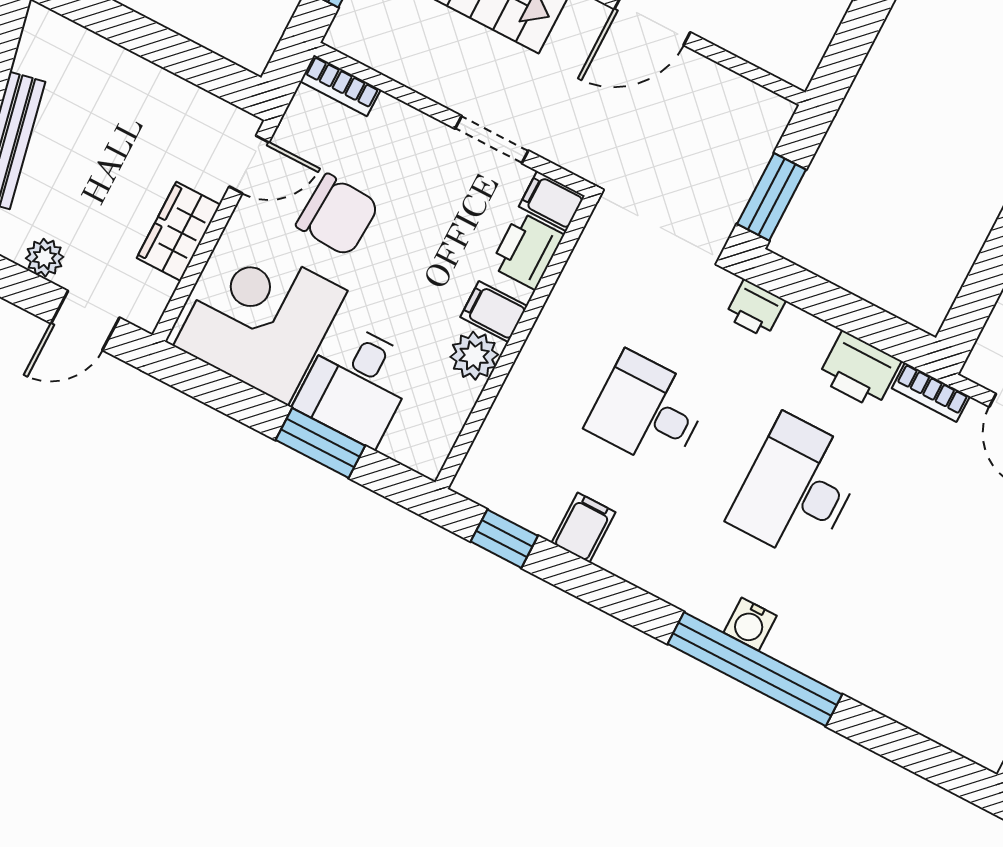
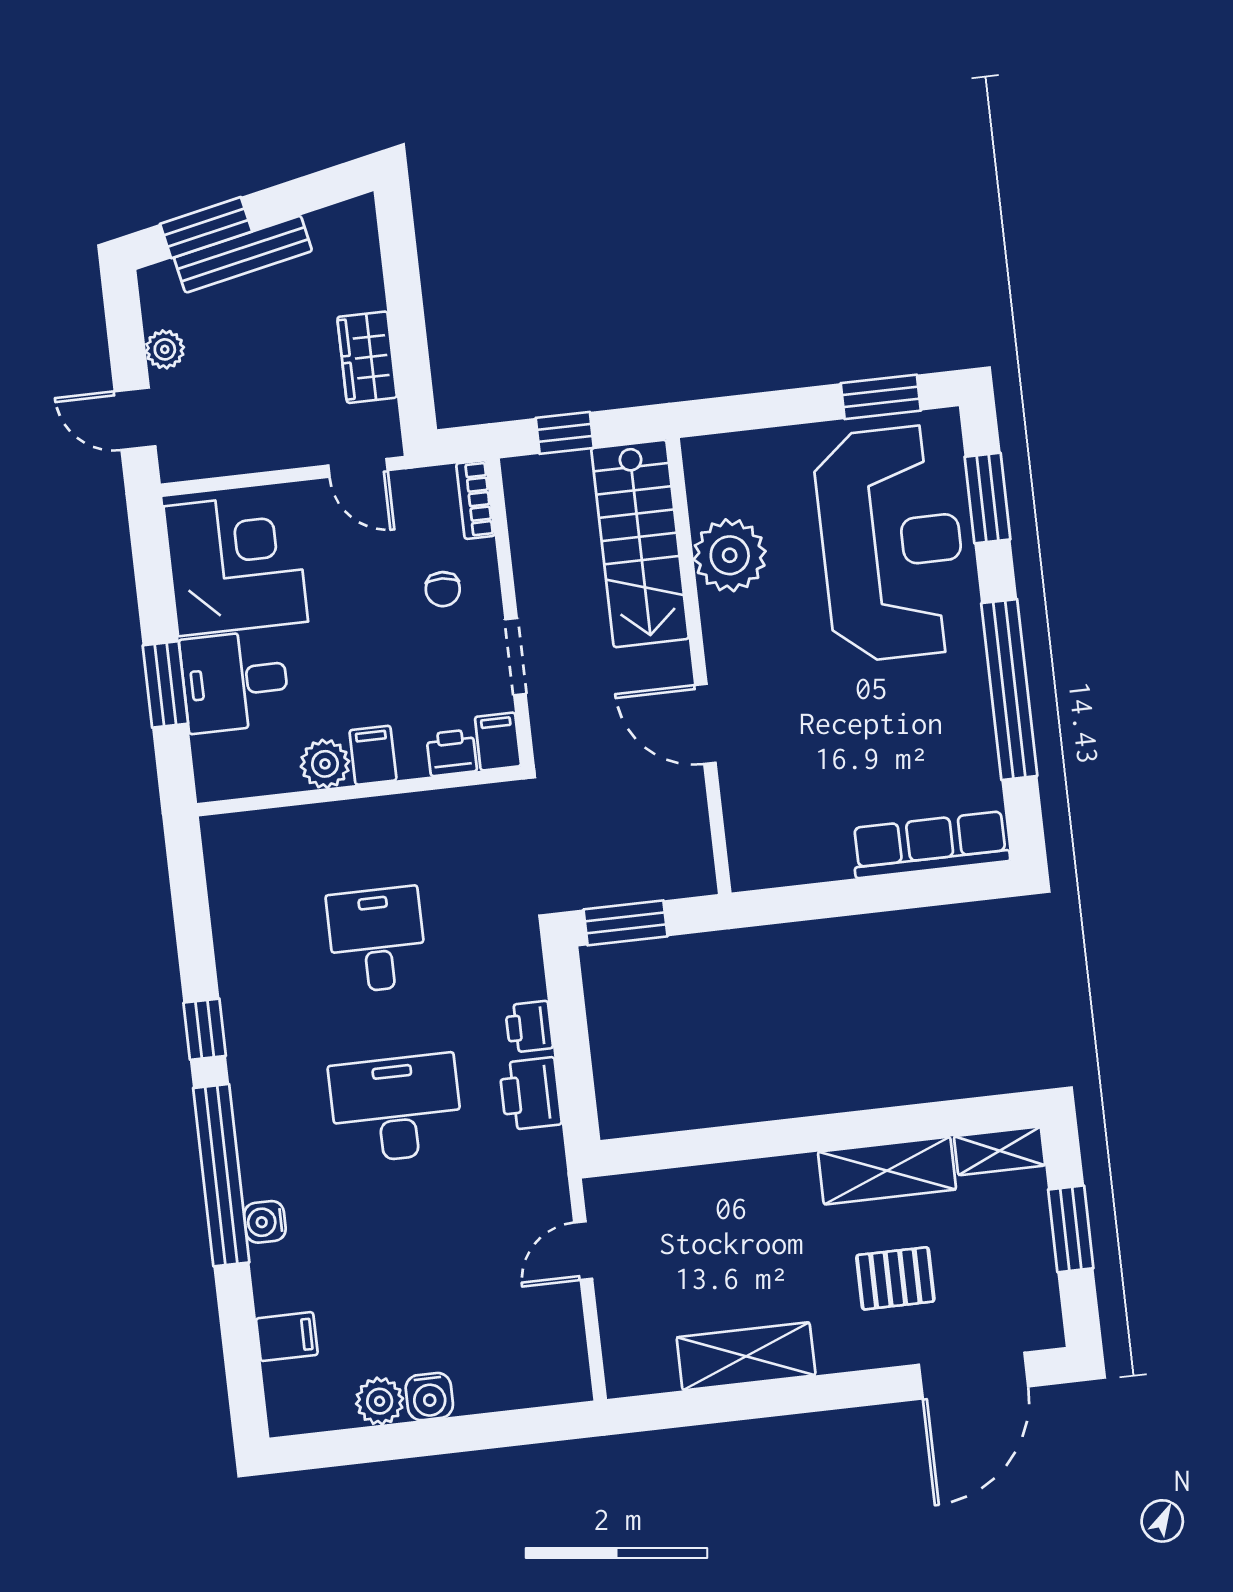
chair: (338, 215) -> (443, 589), moved, width x0.54, depth x0.54
wardrobe: (179, 231) -> (367, 357), moved, turned -90
printer: (527, 251) -> (452, 753), width x0.73, depth x0.81
printer: (755, 309) -> (529, 1027), moved
bookcase: (931, 392) -> (552, 1166), removed
filing cabinet: (583, 527) -> (287, 1337), moved
window: (504, 539) -> (205, 1029), moved
water cooler: (750, 624) -> (265, 1222), moved

